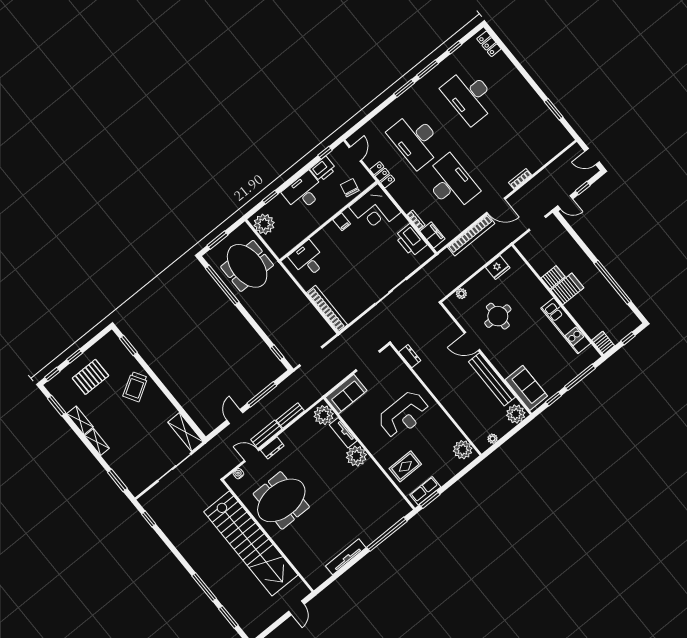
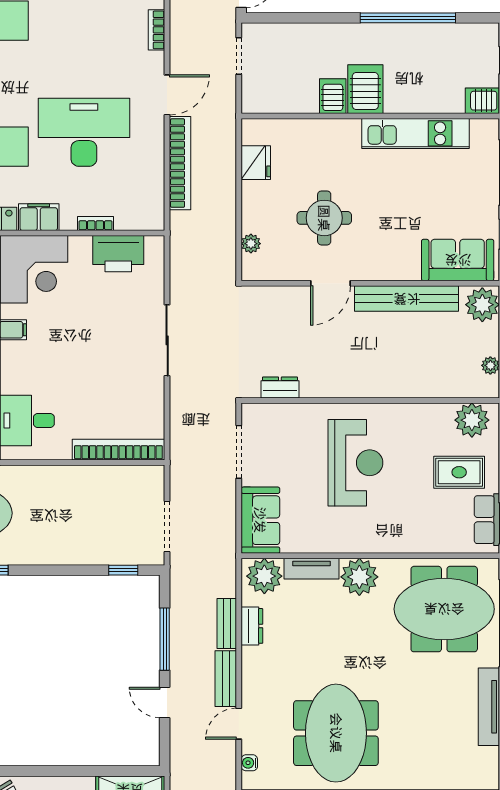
filing cabinet: (432, 235) -> (39, 217), moved
dresser: (272, 448) -> (252, 626), moved
rug: (405, 466) -> (459, 472), moved, turned 90
meeting table: (372, 504) -> (444, 609), added

